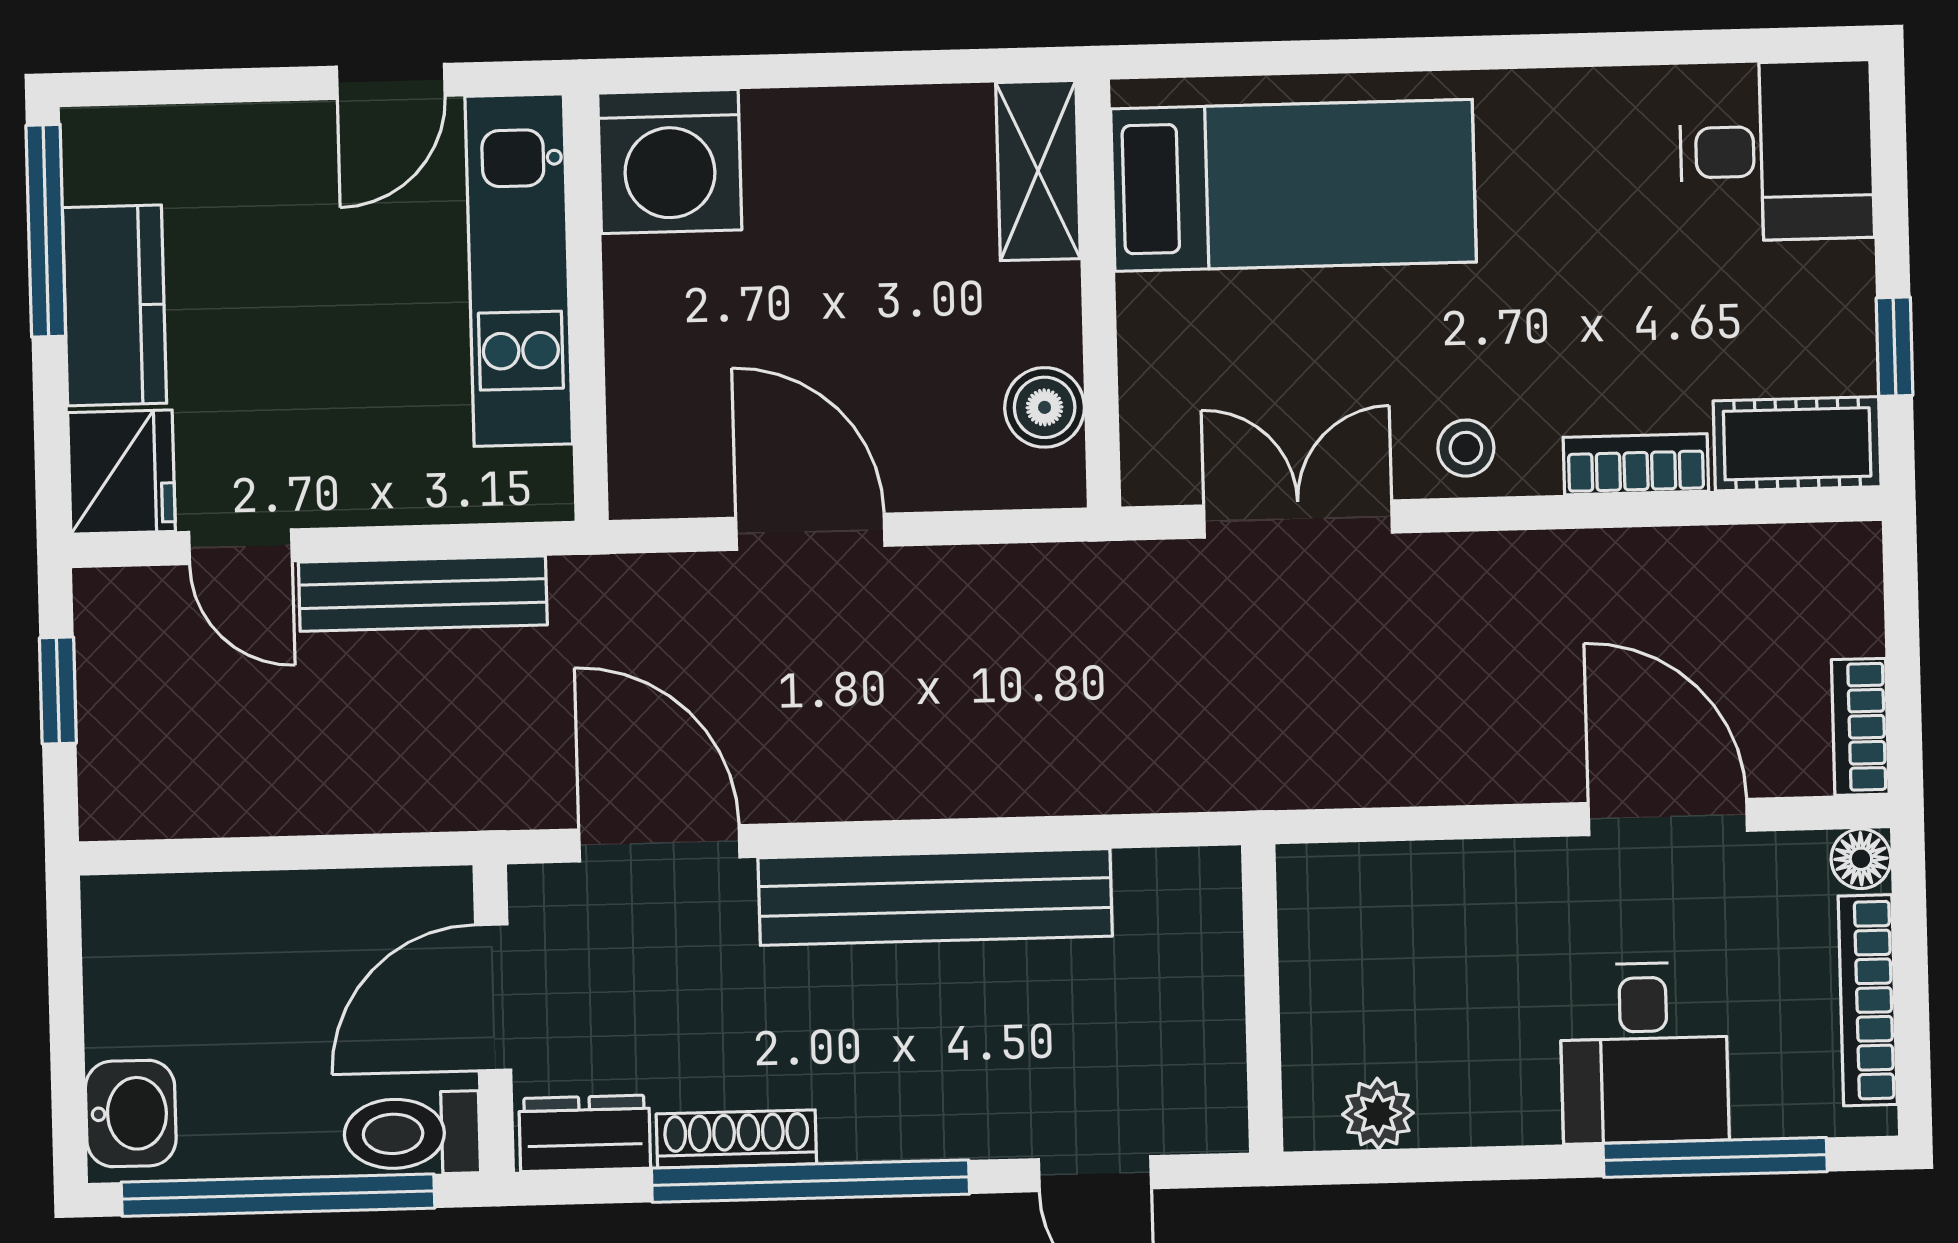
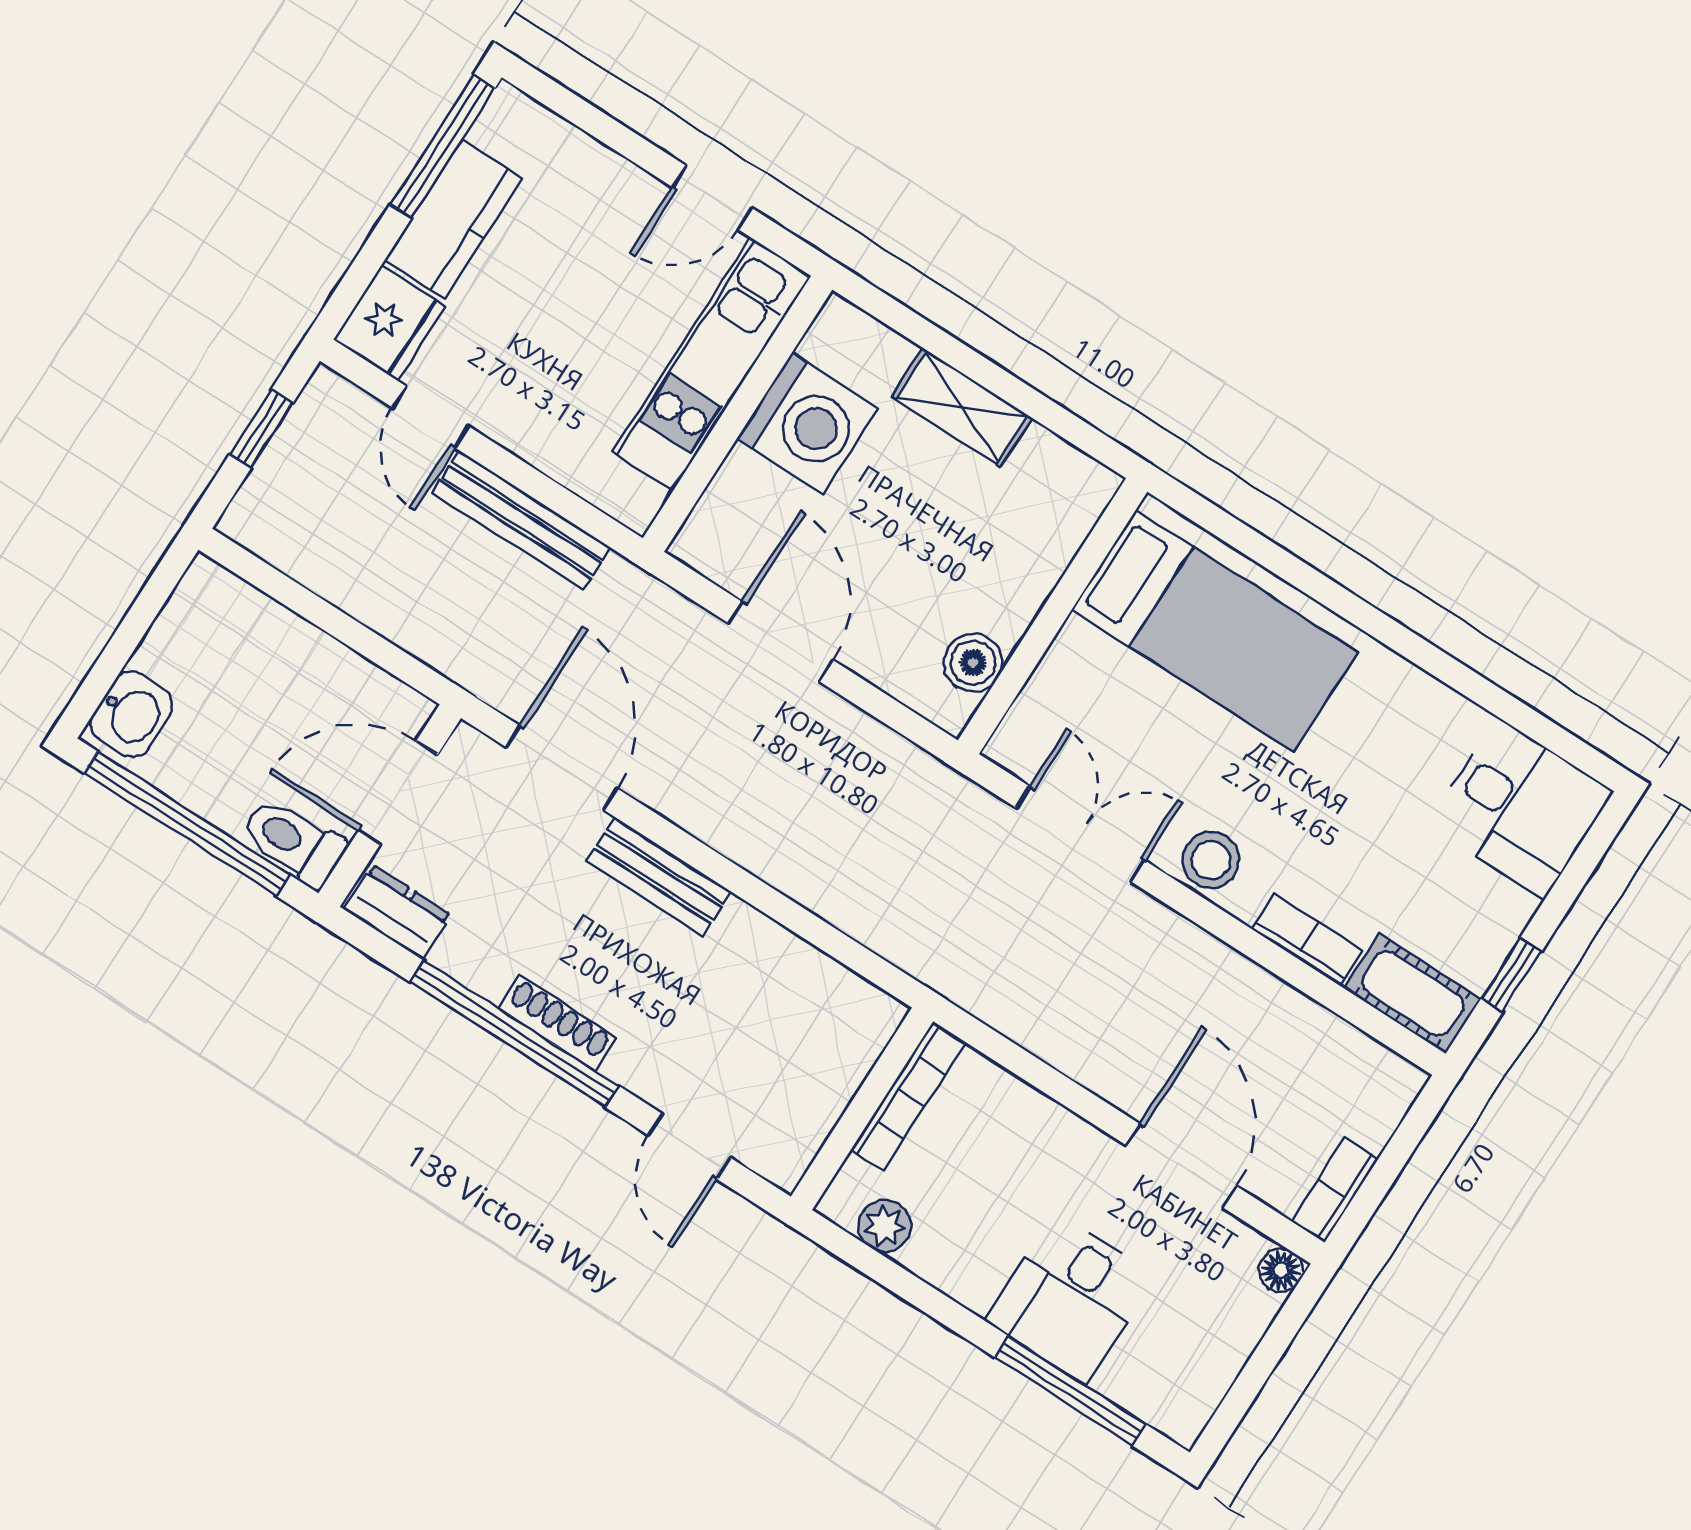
washing machine: (670, 161) -> (807, 423), moved, turned -90
shelving: (1038, 171) -> (962, 407), moved, turned 90
stool: (1466, 448) -> (1211, 860), width x1.37, depth x1.37
bench: (935, 897) -> (659, 877), width x0.54, depth x0.82
bookcase: (1868, 1000) -> (908, 1096), moved, turned 180
shoe rack: (736, 1139) -> (557, 1023), moved

